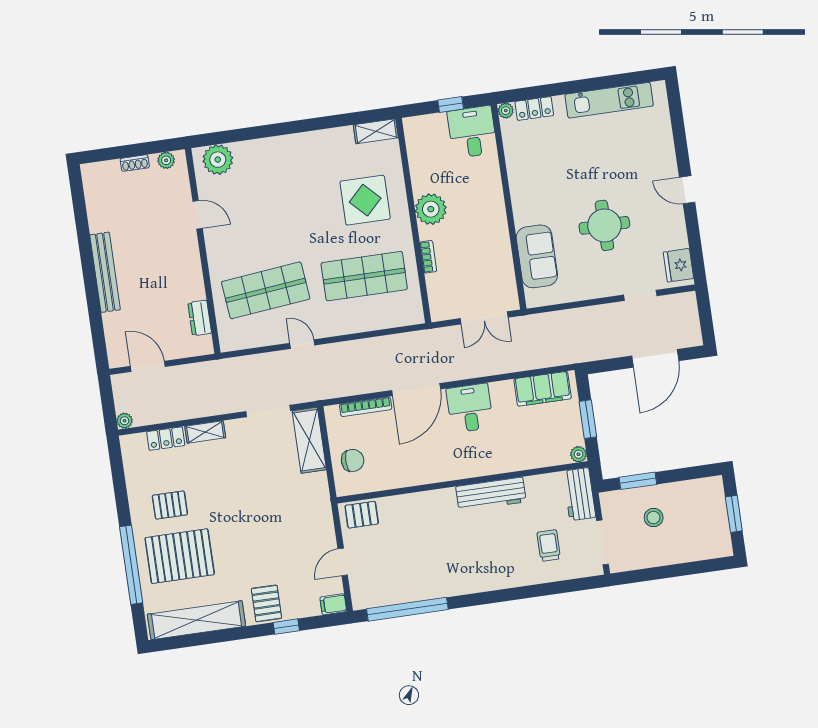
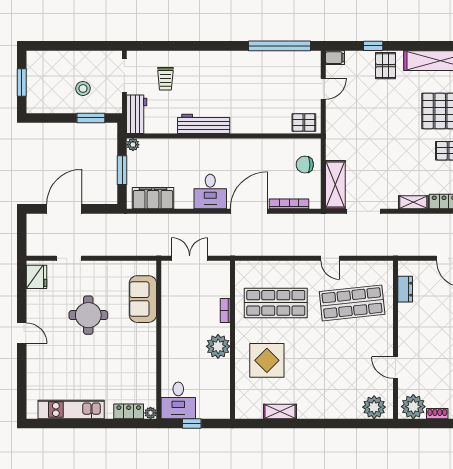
shelving: (376, 131) -> (280, 411), moved
plant: (166, 160) -> (413, 407), width x1.87, depth x1.87

